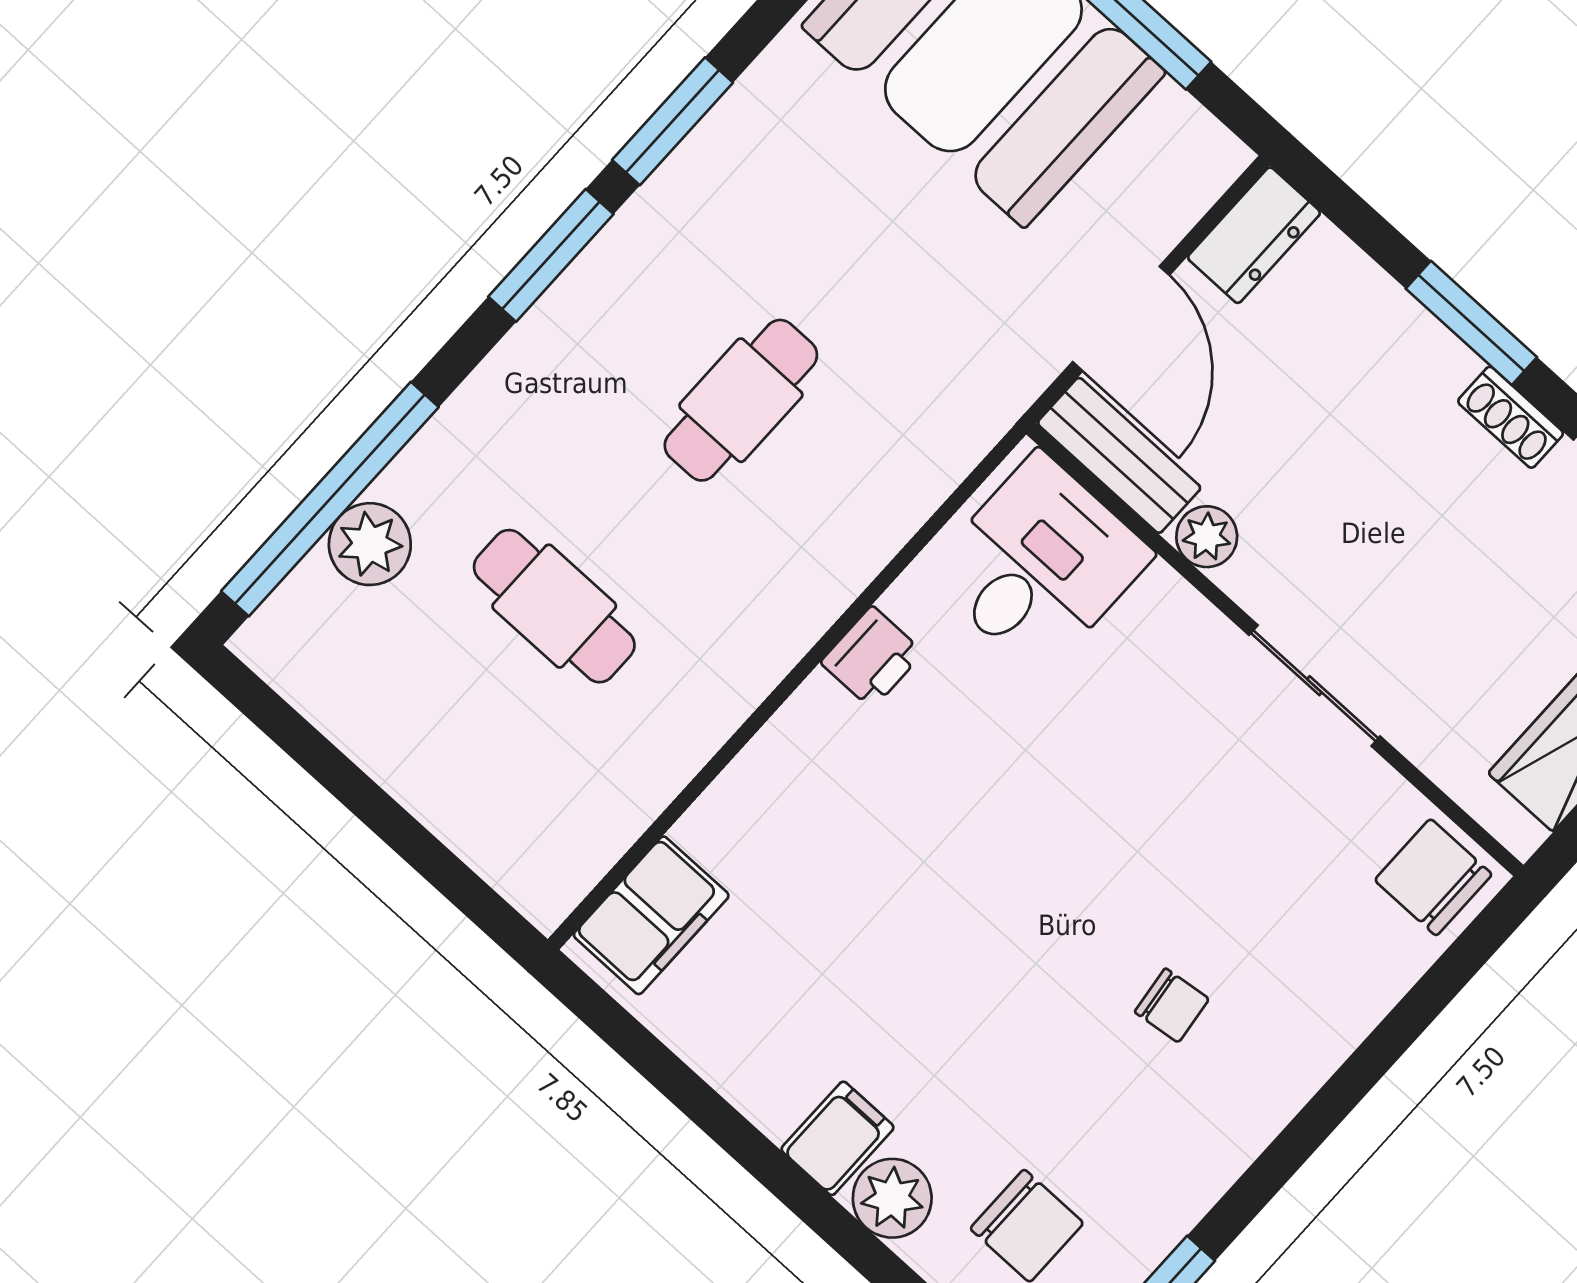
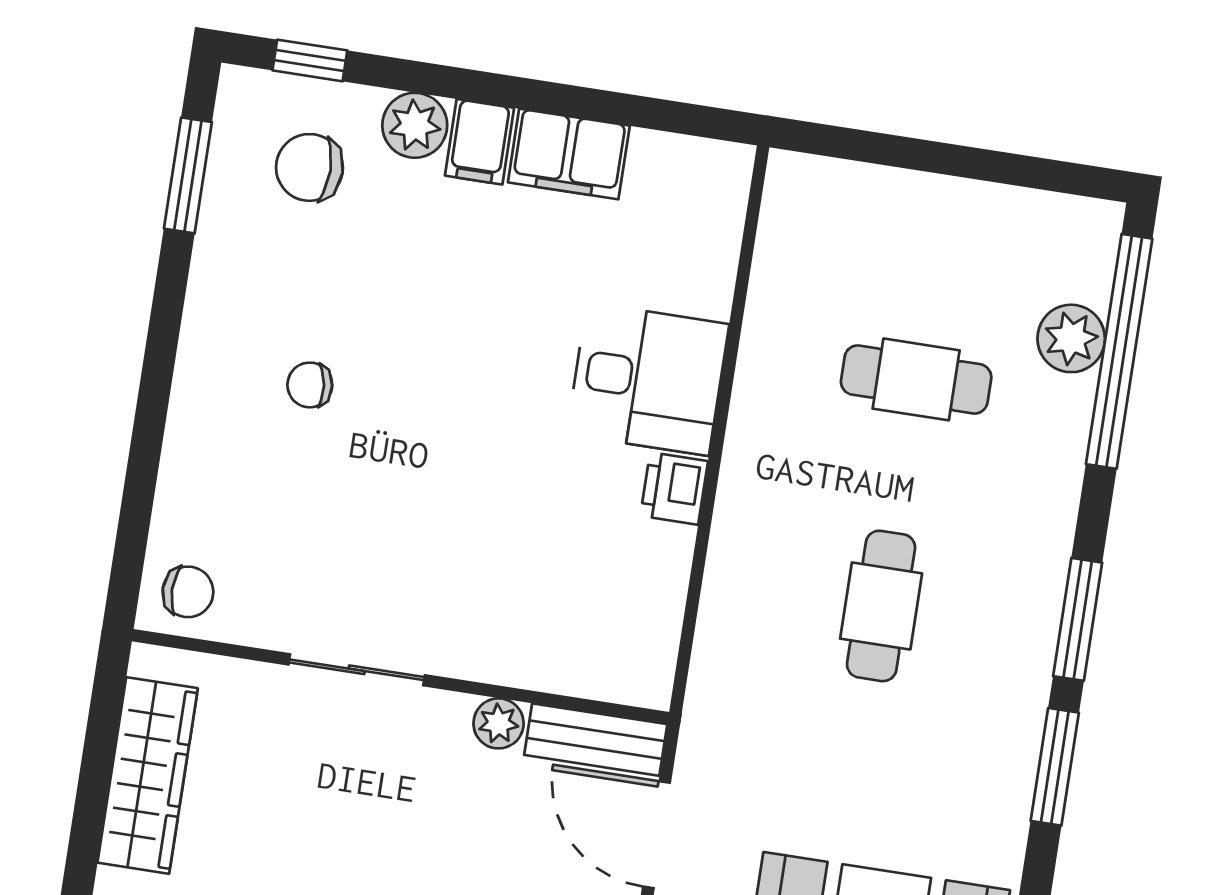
desk: (1039, 564) -> (648, 379), moved, turned -90
chair: (1433, 877) -> (188, 592), width x0.73, depth x0.73
filing cabinet: (651, 915) -> (569, 154), moved, turned -90

